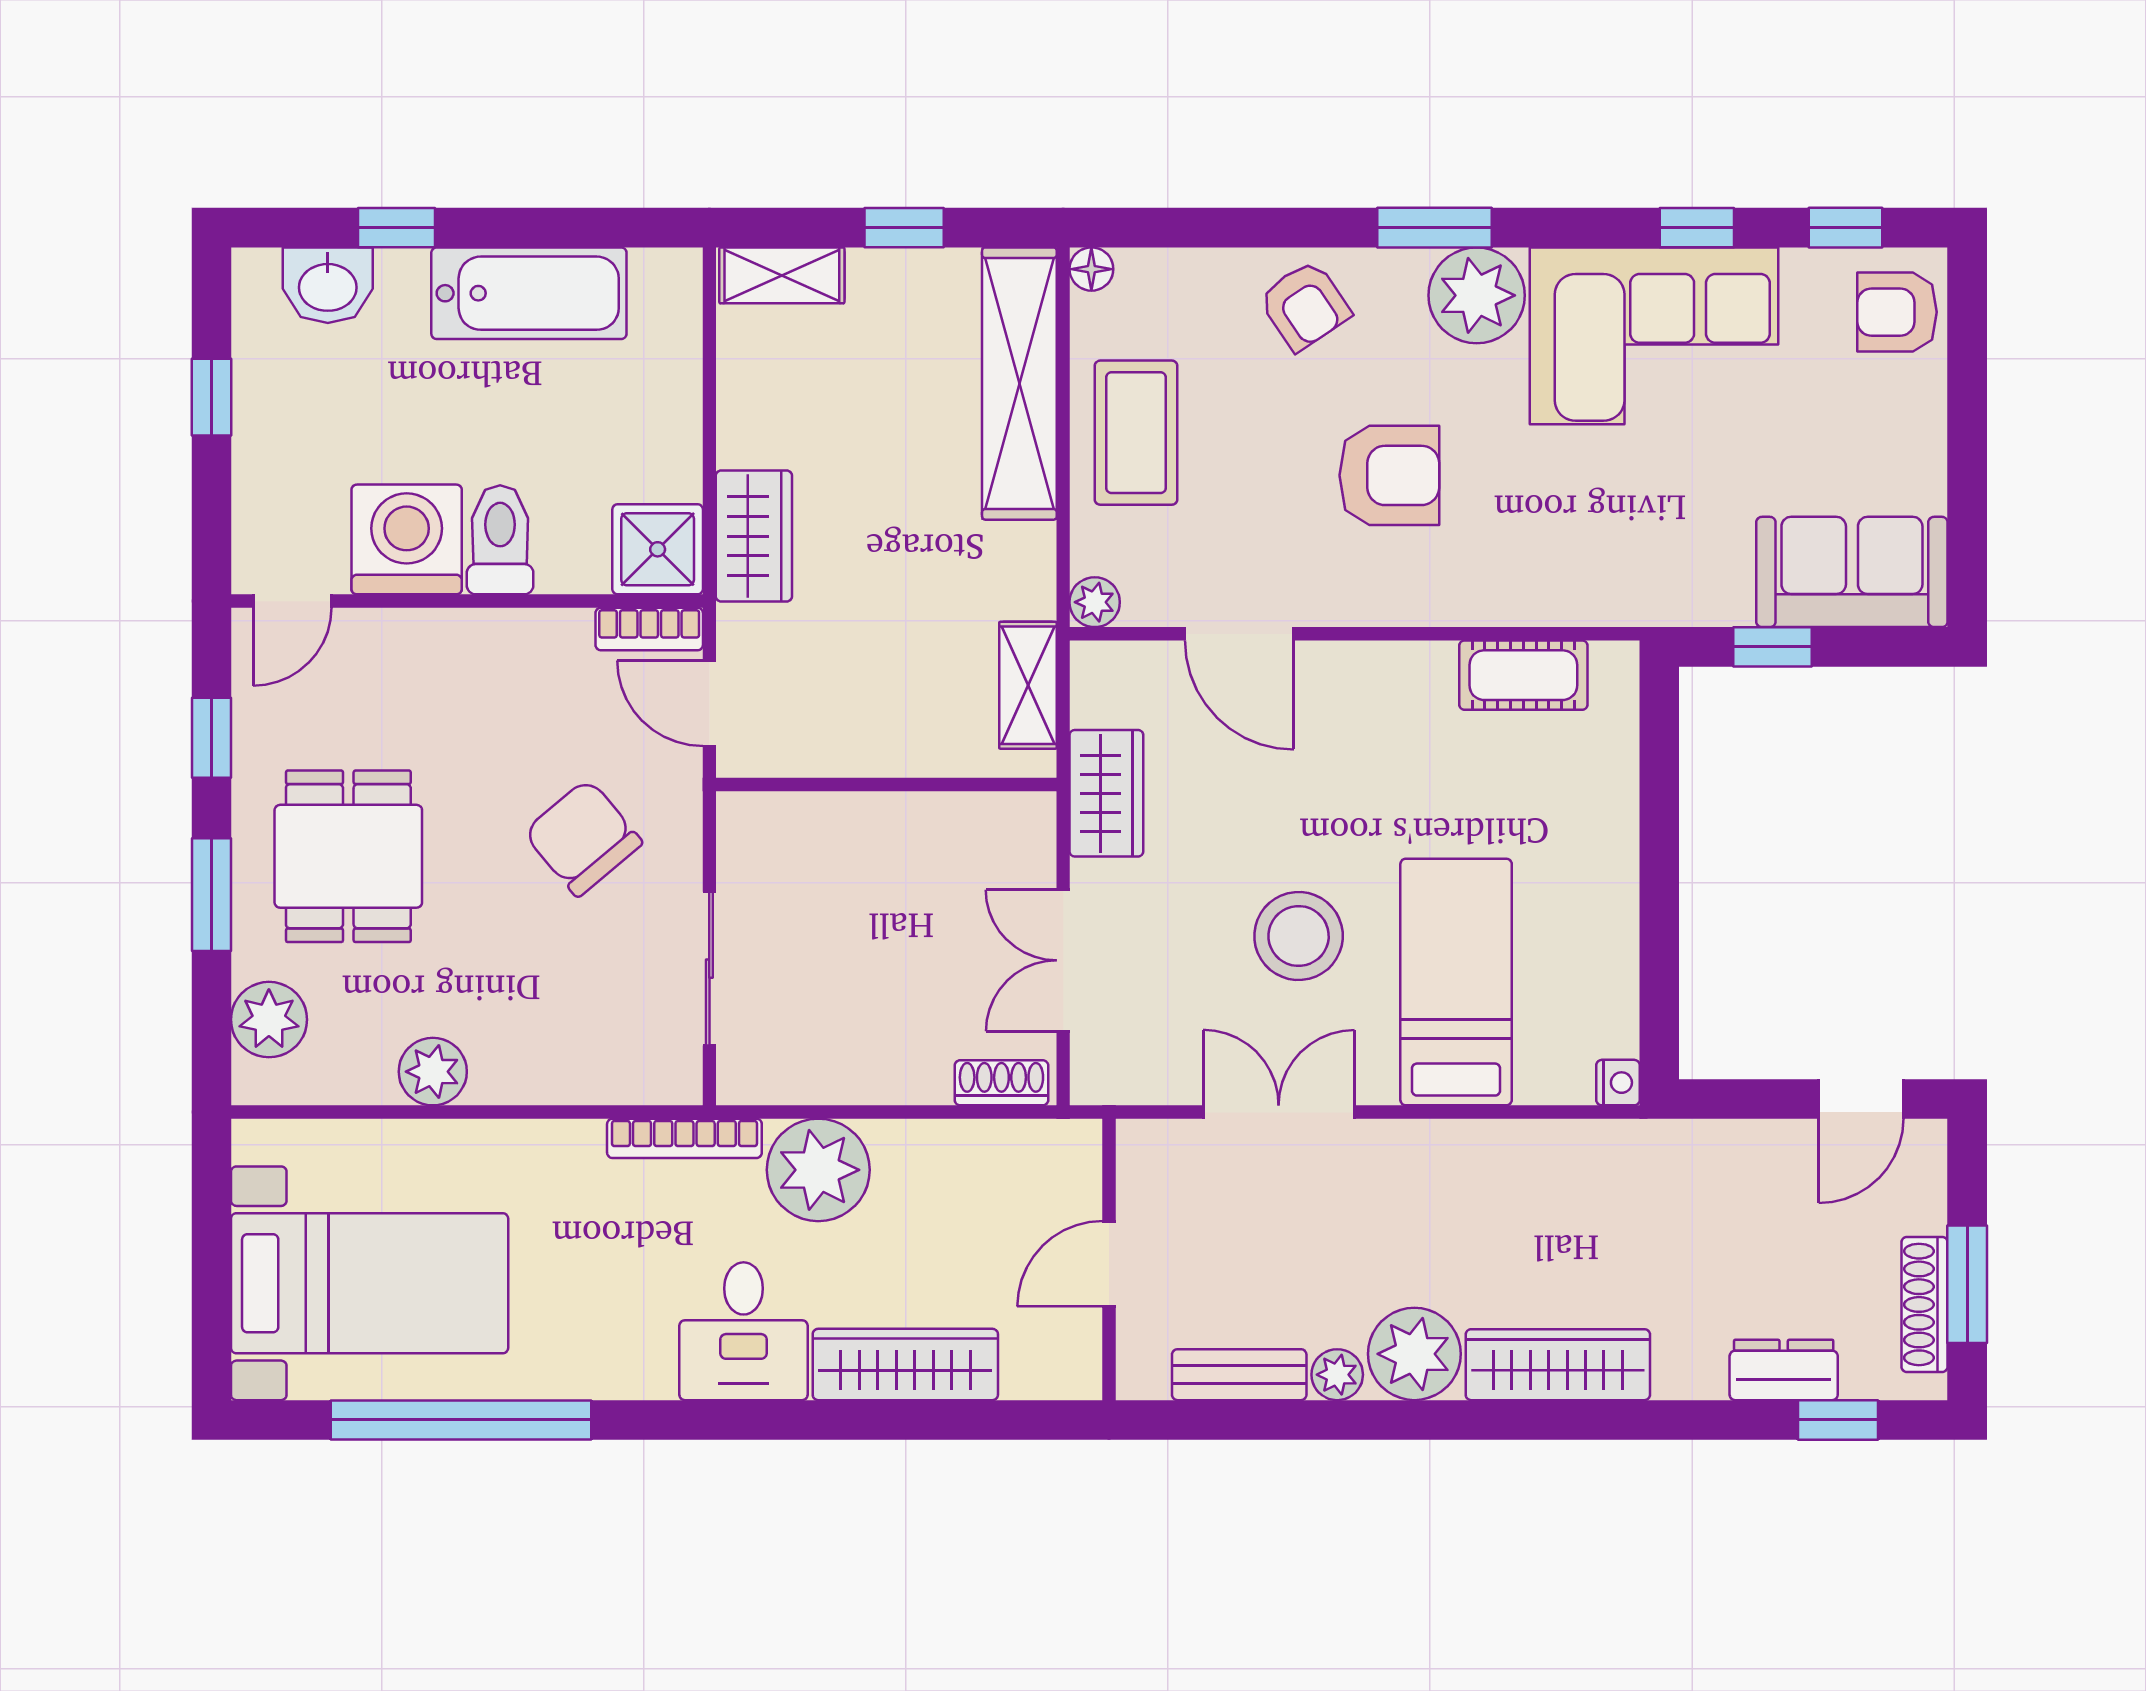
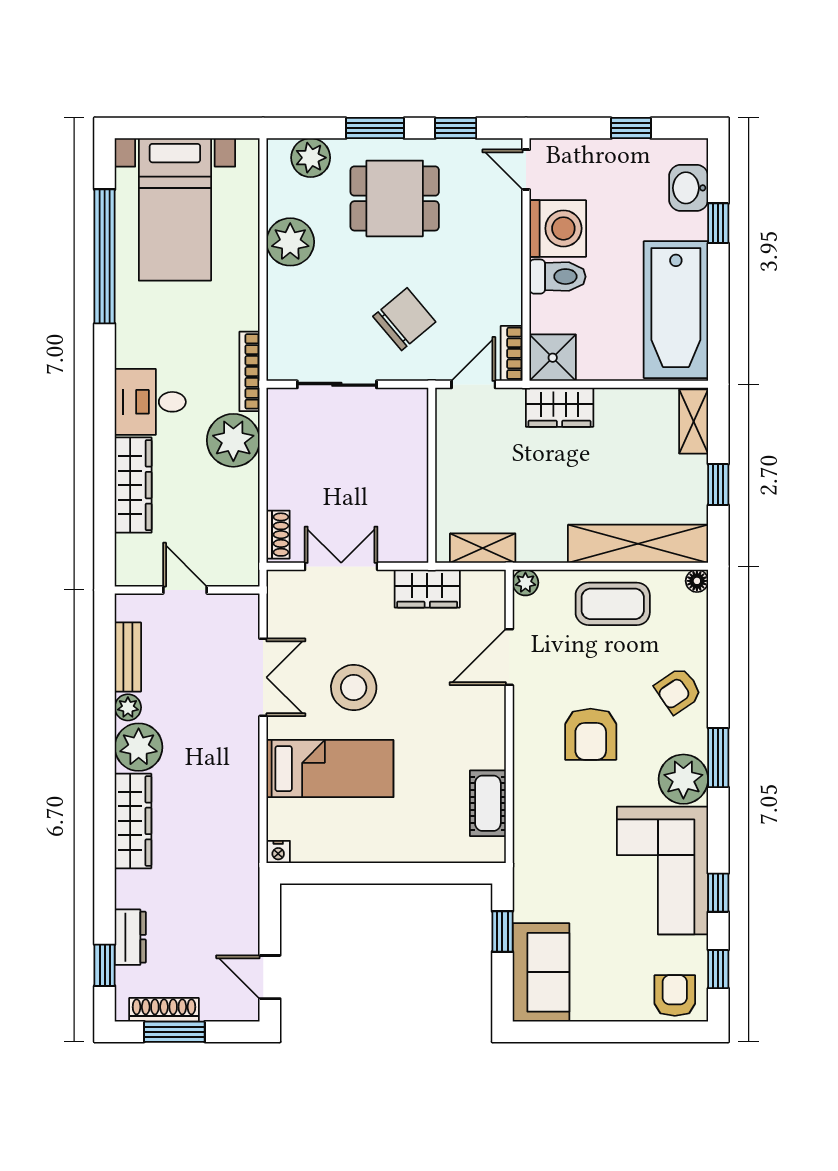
bathtub: (529, 293) -> (676, 310), width x1.36, depth x1.36
plant: (433, 1072) -> (290, 242), width x1.36, depth x1.36

